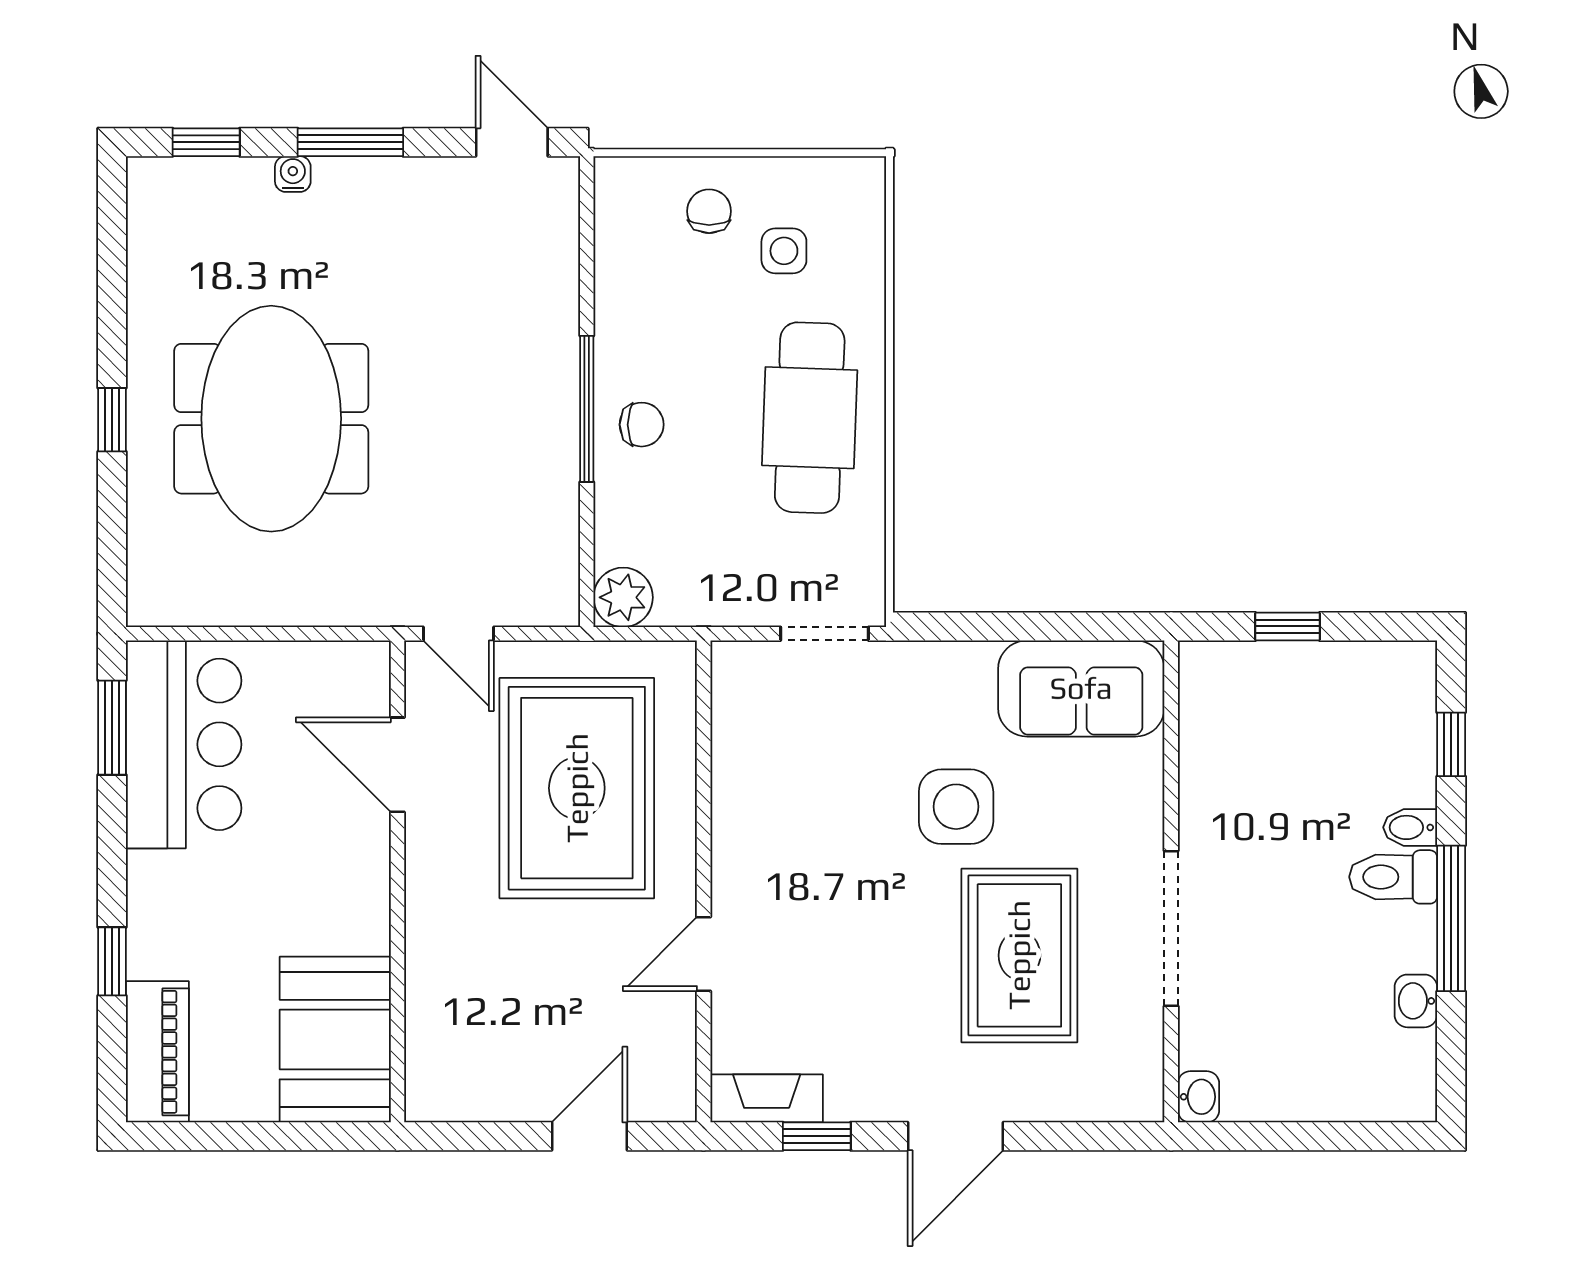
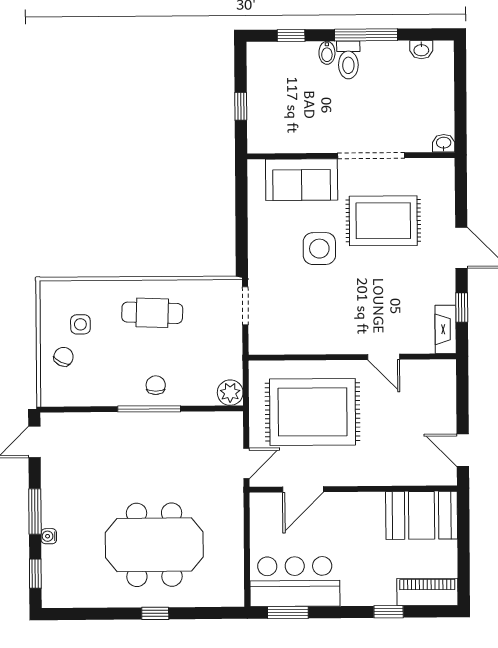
chair: (709, 211) -> (64, 357), turned 116
cafe table: (810, 418) -> (152, 313), width x0.73, depth x0.74
sofa: (1081, 688) -> (302, 180), moved, turned 90
washbasin: (1416, 1001) -> (421, 50), moved
door: (590, 1136) -> (463, 450), moved

